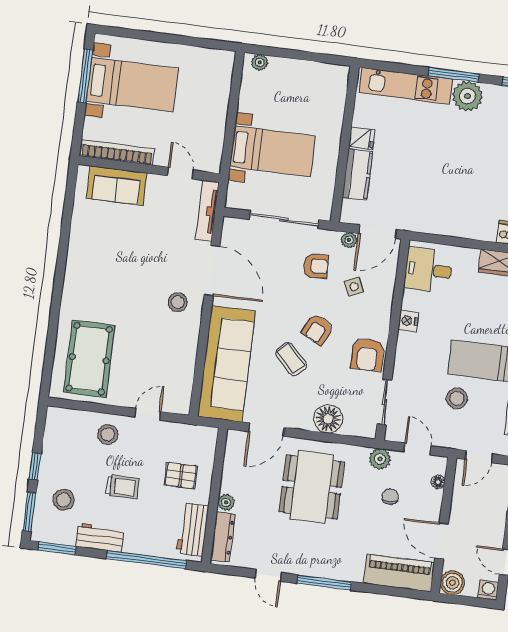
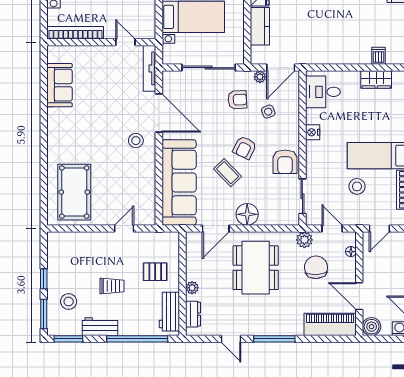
sofa: (117, 186) -> (59, 85), moved, turned -90
floor lamp: (328, 419) -> (247, 214), moved
stool: (108, 434) -> (96, 248), removed
chair: (390, 497) -> (316, 267), width x1.87, depth x1.87
dresser: (223, 537) -> (193, 314), width x0.70

